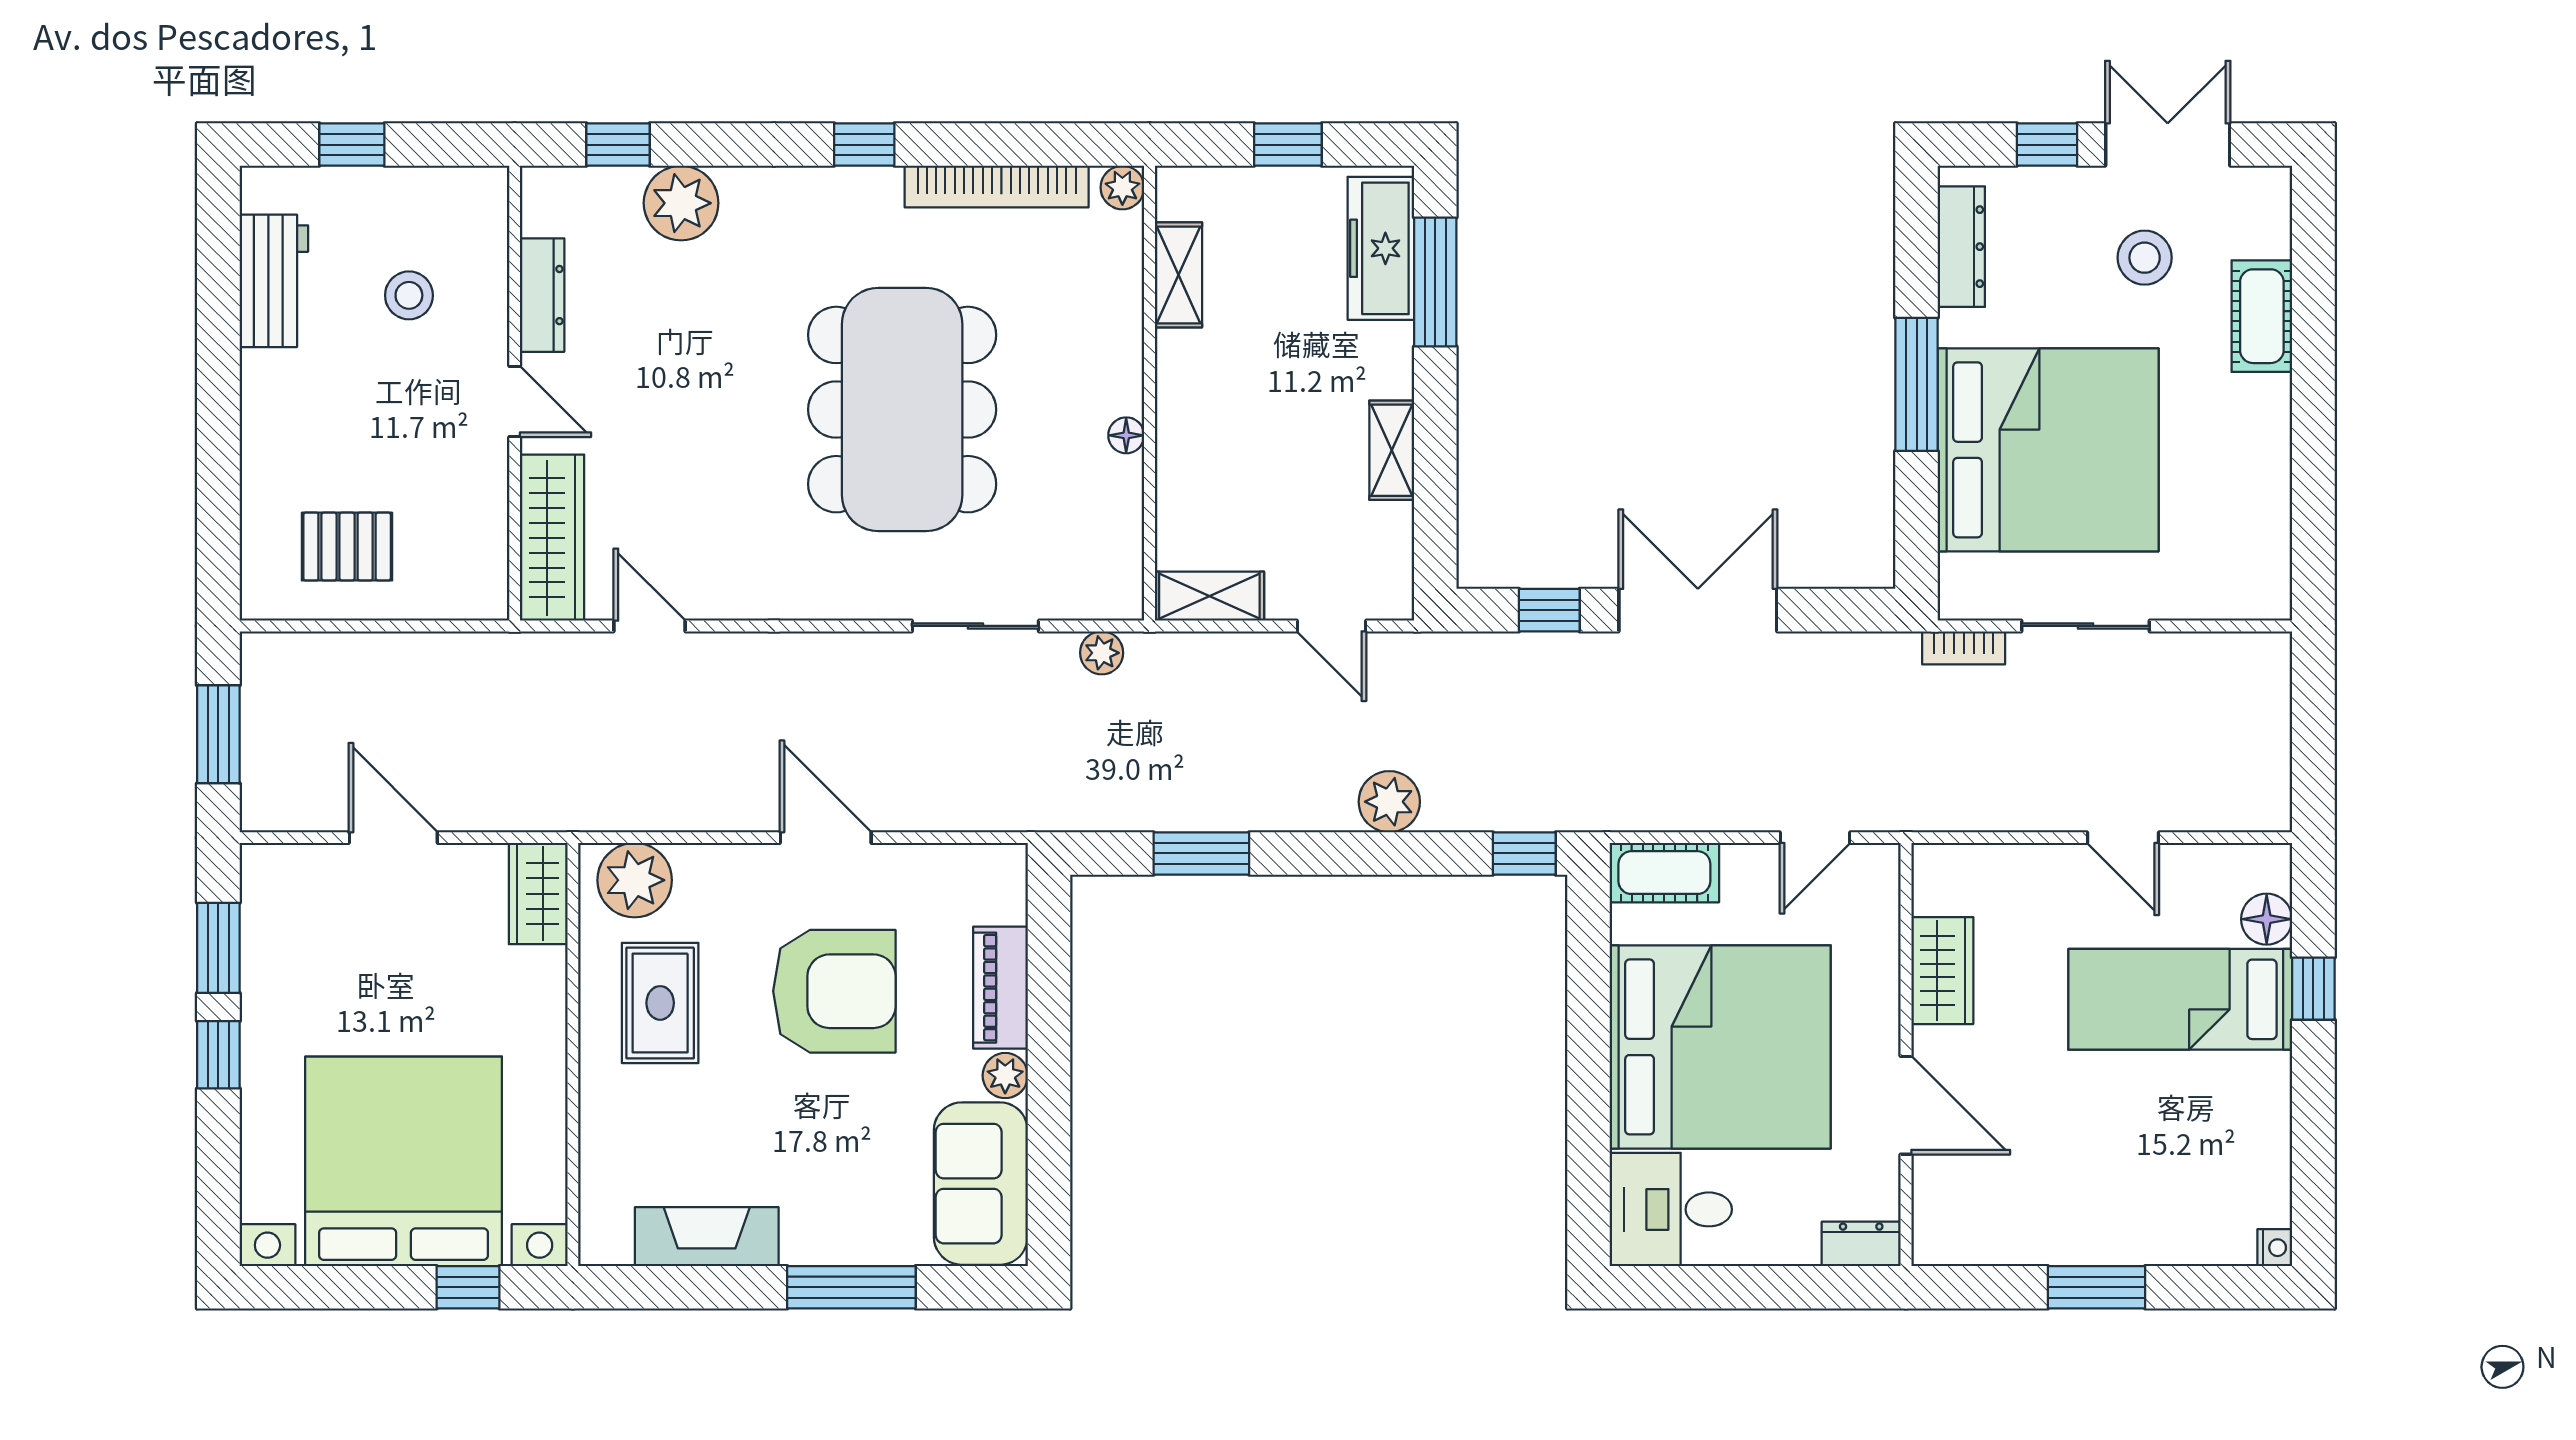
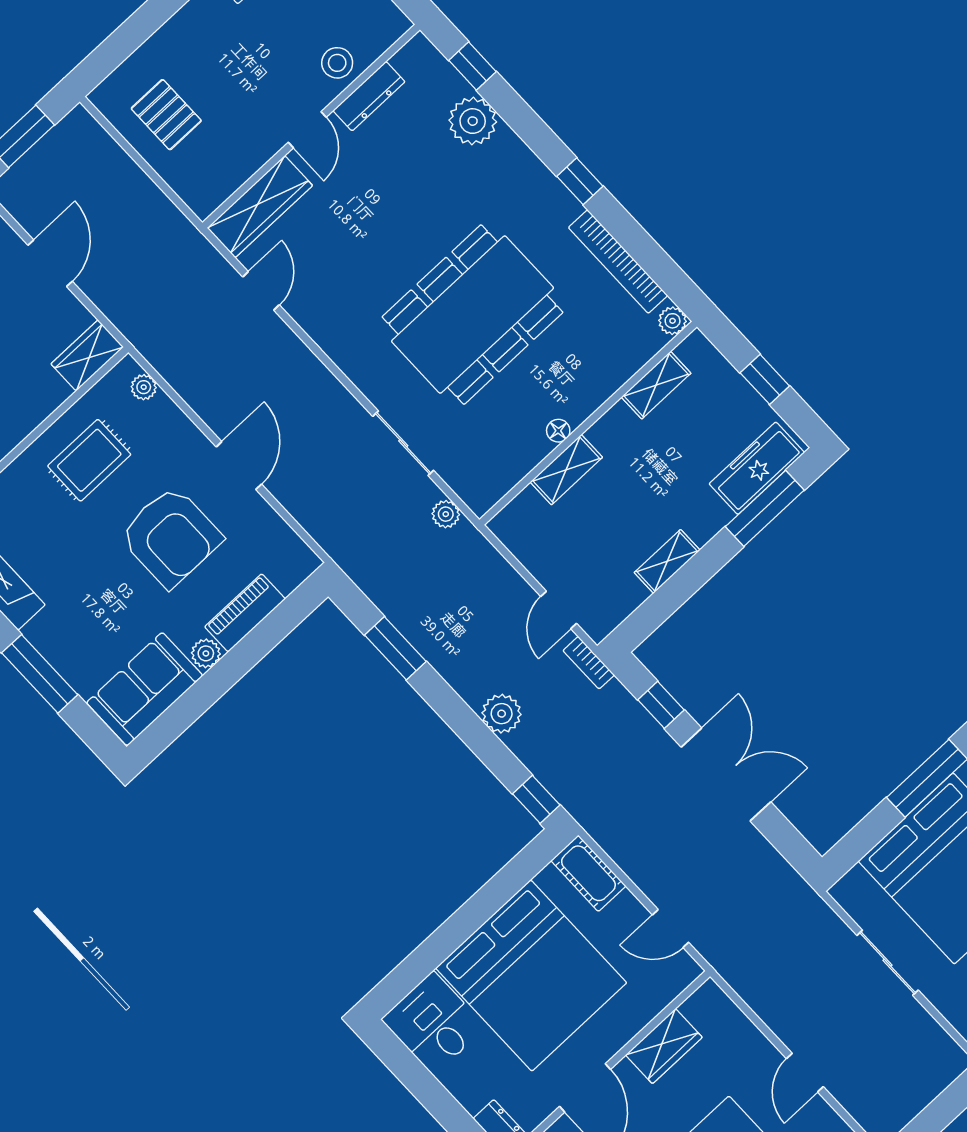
stool: (409, 295) -> (337, 63), moved
shelving: (1209, 596) -> (566, 470), moved, turned 90
bookcase: (1964, 648) -> (589, 663), moved
plant: (635, 880) -> (144, 387), width x0.53, depth x0.53

